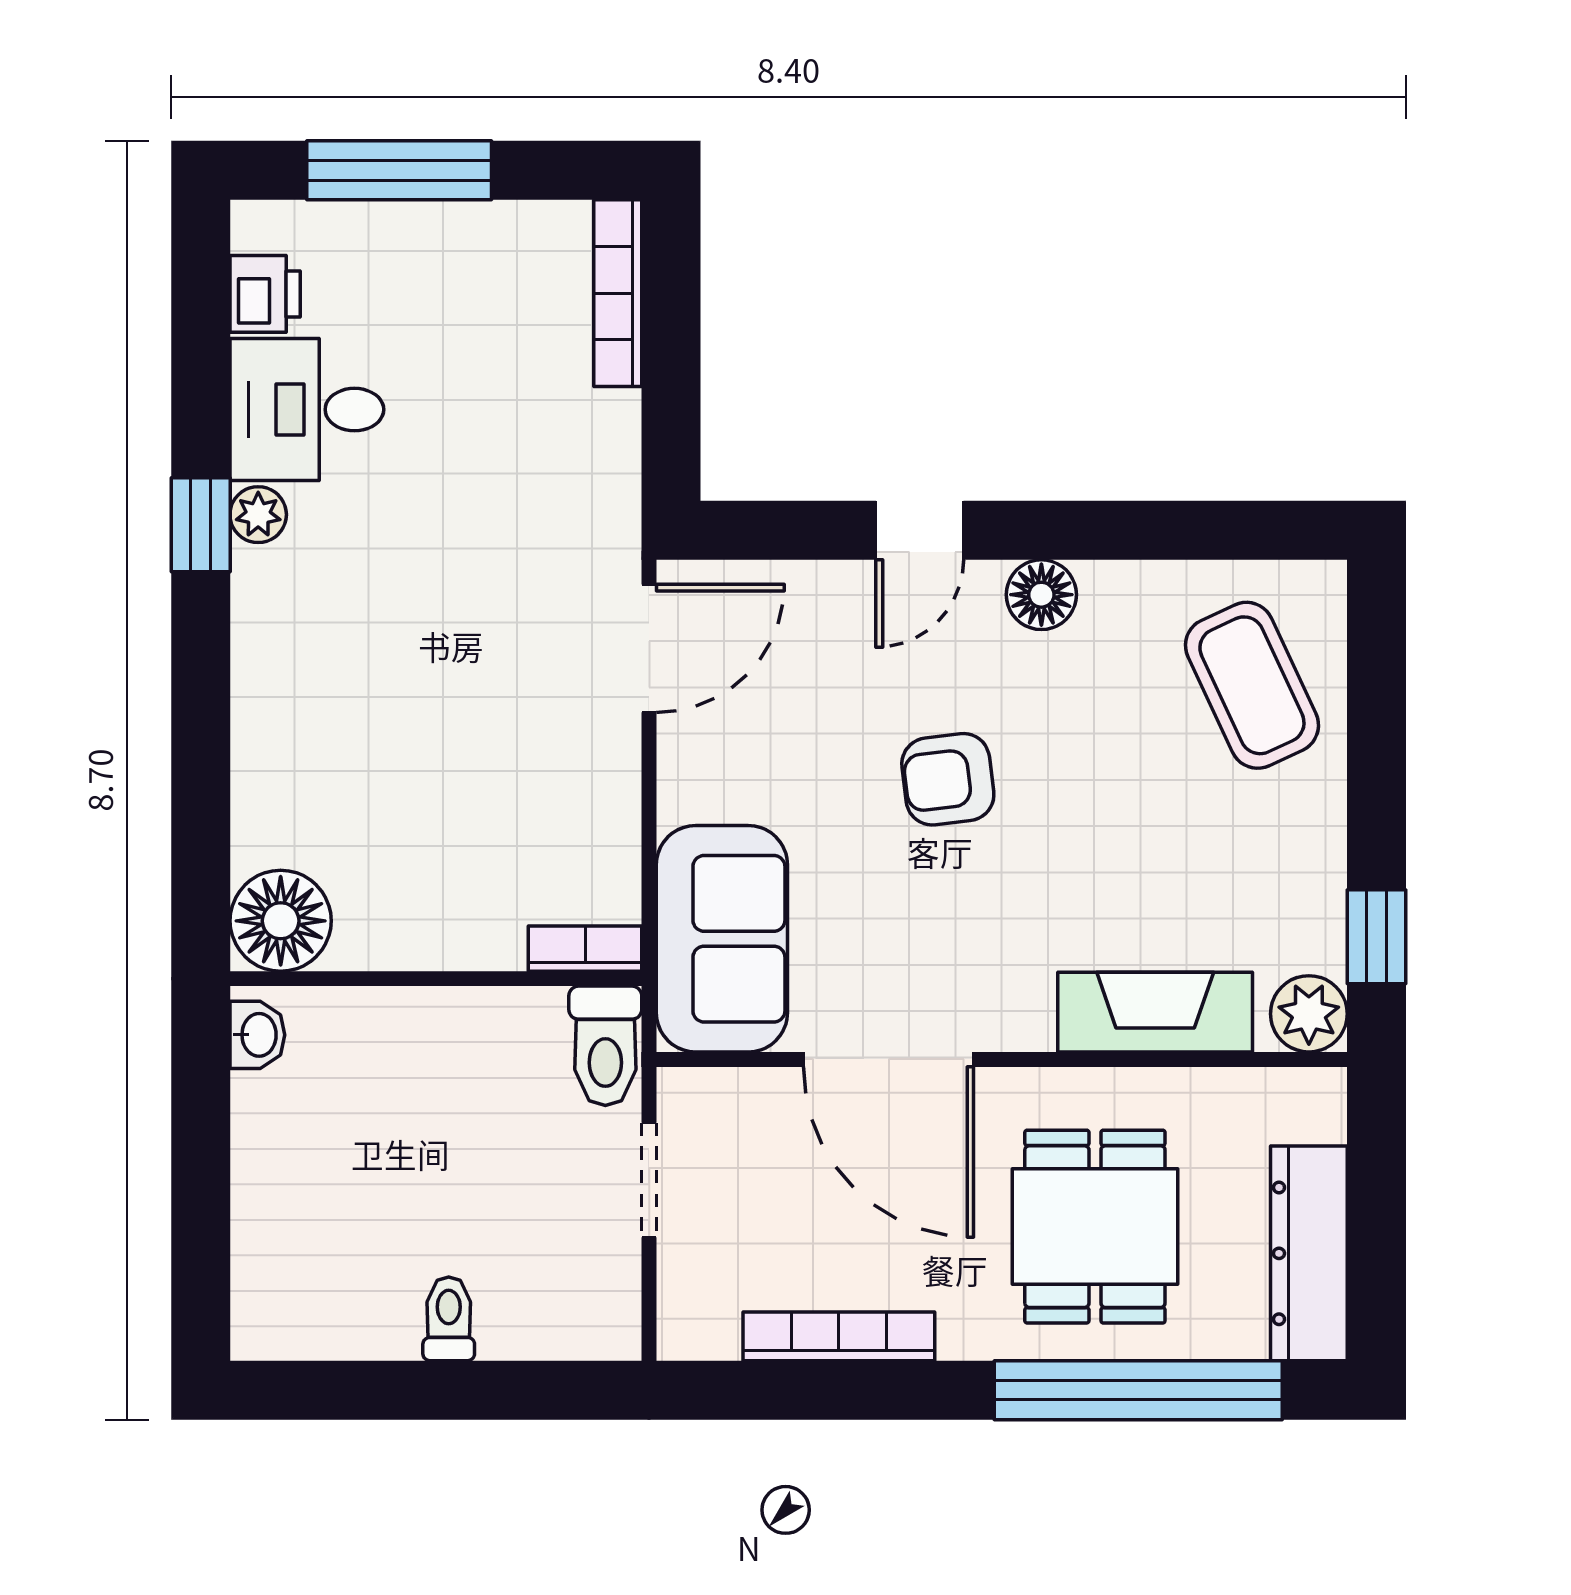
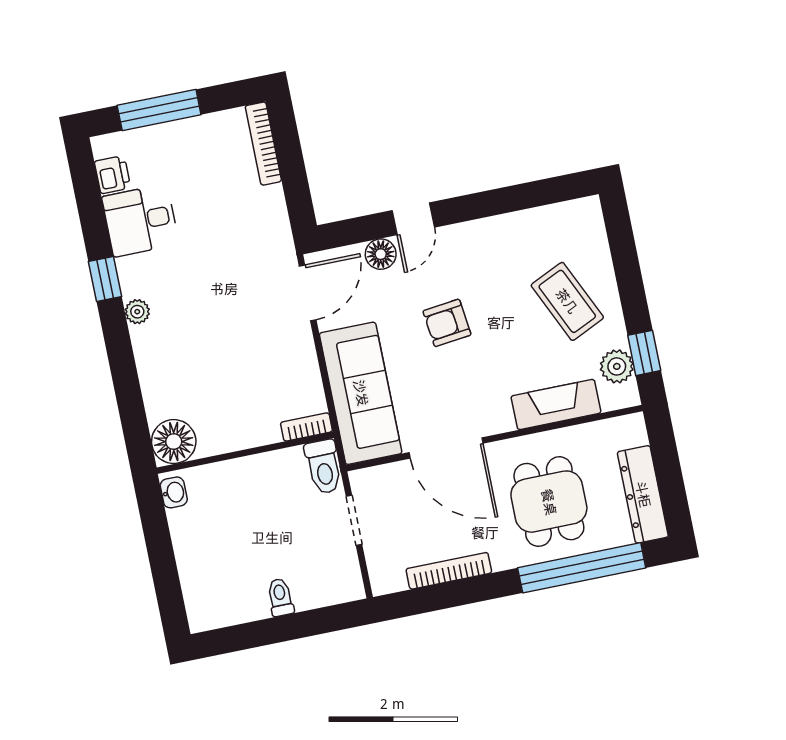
plant: (258, 515) -> (137, 312), moved
floor lamp: (1041, 595) -> (381, 254), moved
coffee table: (1252, 685) -> (567, 301), moved
sofa: (722, 939) -> (361, 393), width x1.36
plant: (1309, 1014) -> (617, 366), moved

